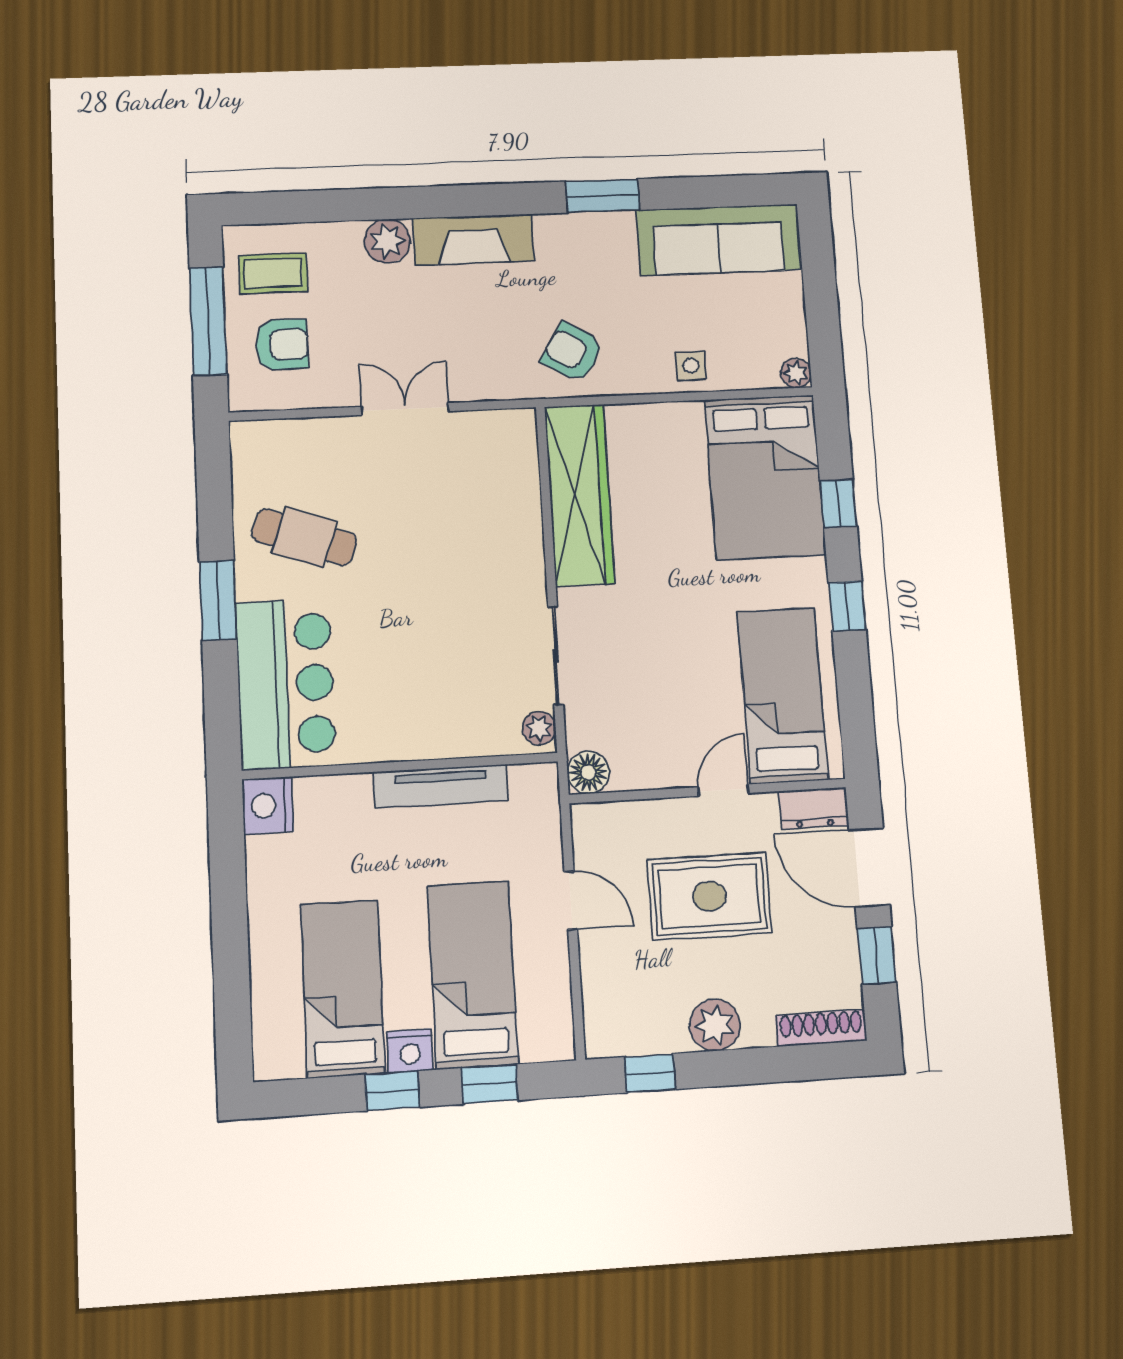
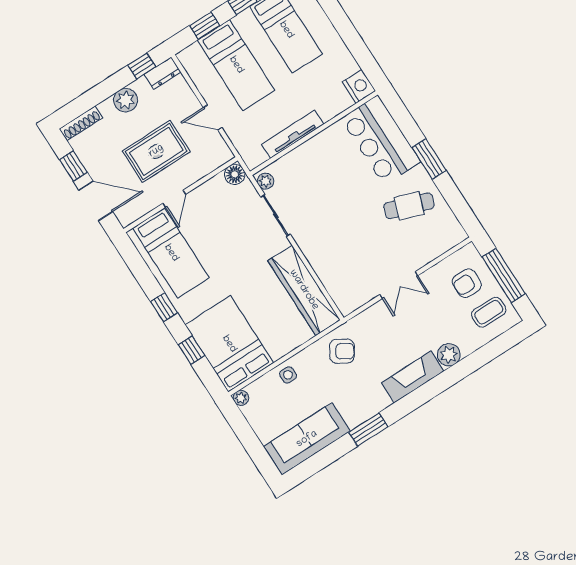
dresser: (814, 808) -> (162, 73), moved, turned 180
nightstand: (410, 1051) -> (244, 21), removed

